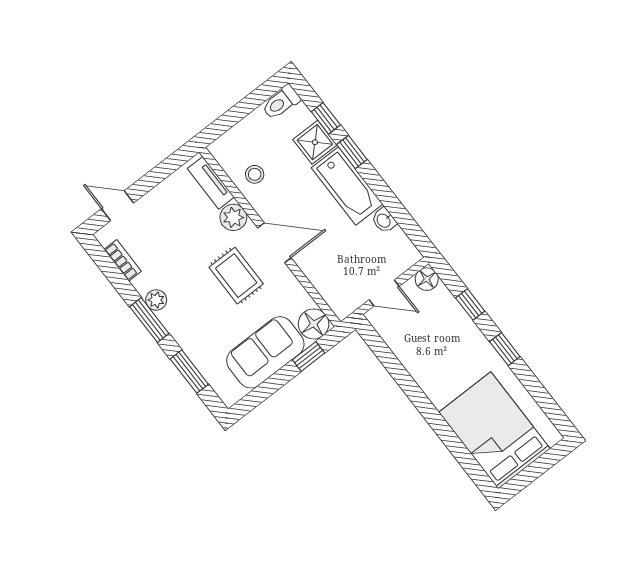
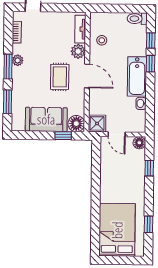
shower: (315, 142) -> (97, 123), moved
window: (505, 349) -> (149, 224), moved

